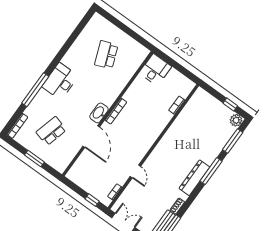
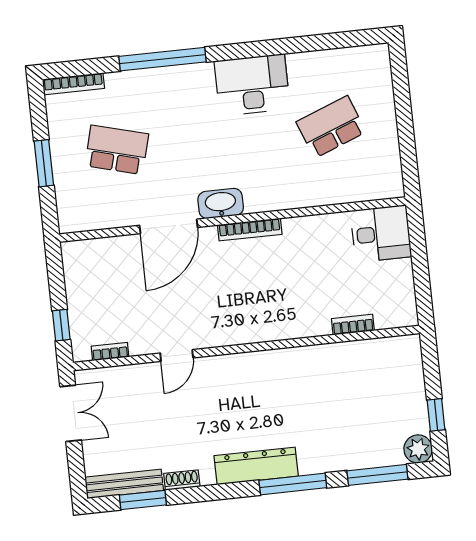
desk: (60, 81) -> (252, 85), moved

